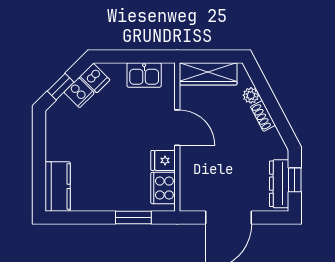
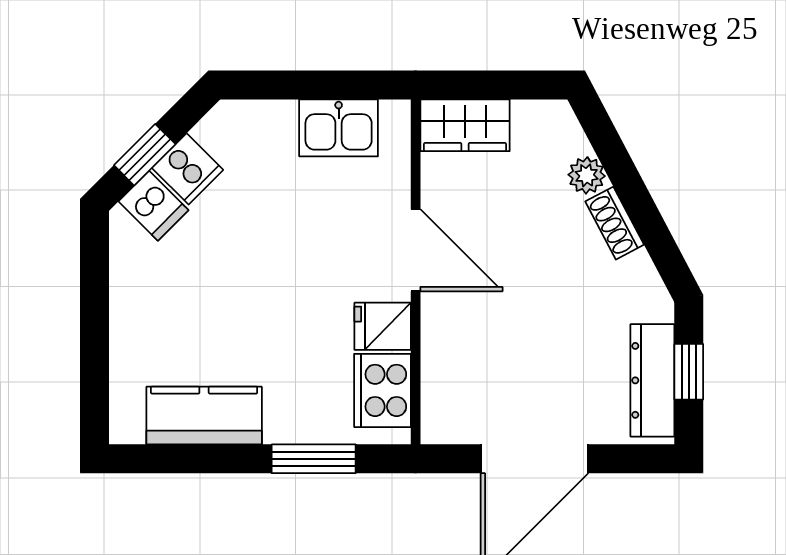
wardrobe: (208, 74) -> (465, 125), width x0.67
dishwasher: (95, 78) -> (153, 206), moved
kitchen counter: (58, 186) -> (204, 416), moved, turned -90

